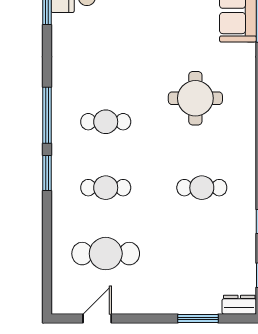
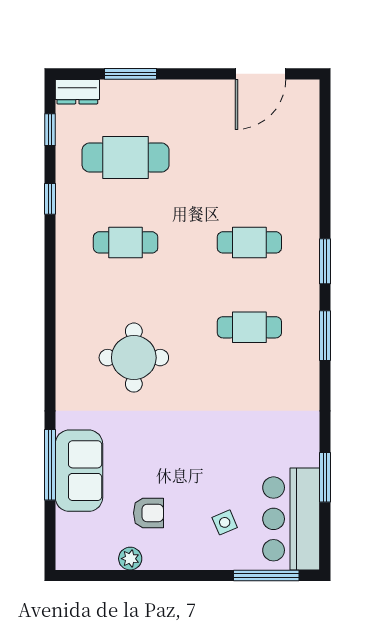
window: (47, 115) -> (325, 336), width x0.69
cafe table: (106, 254) -> (126, 158), moved
door: (97, 318) -> (260, 74), width x1.38

